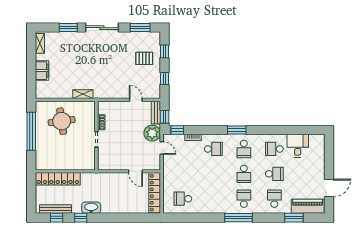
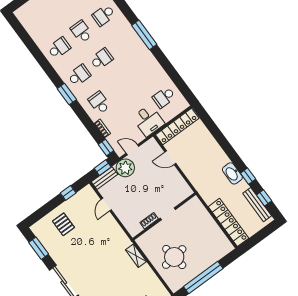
window: (164, 51) -> (44, 211), removed
desk: (298, 146) -> (148, 120), moved, turned -90
door: (162, 148) -> (132, 150), hinge flipped
school desk: (274, 149) -> (59, 48), turned -90
door: (136, 171) -> (170, 158), swing flipped
school desk: (183, 199) -> (164, 97), turned 90
school desk: (244, 199) -> (124, 43), removed

